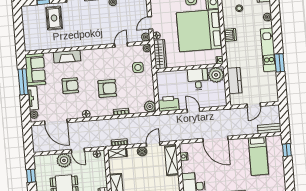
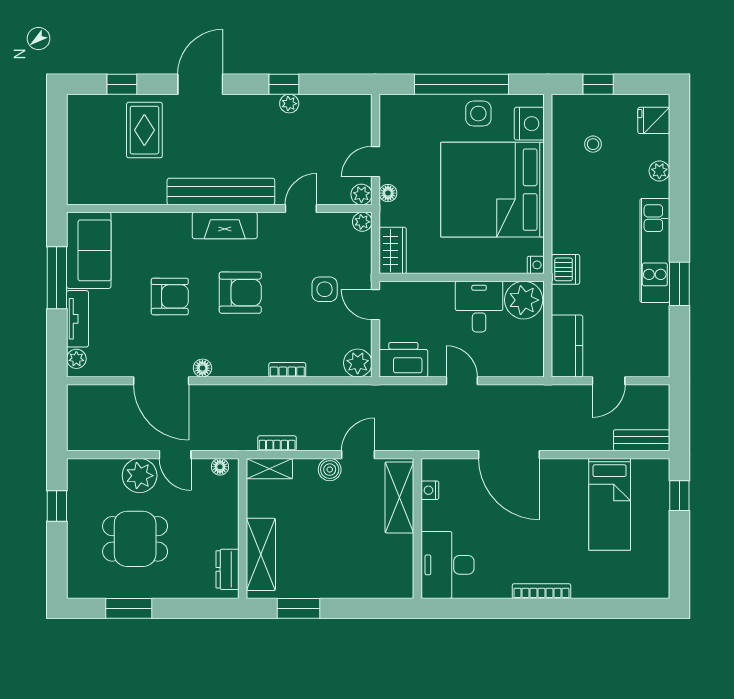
dishwasher: (230, 35) -> (565, 269), moved
bench: (88, 41) -> (221, 191), added
wardrobe: (160, 54) -> (393, 250), width x0.67
fireplace: (67, 56) -> (225, 225), moved
side table: (138, 67) -> (325, 289), moved
kitchen counter: (234, 81) -> (567, 346), moved
door: (155, 82) -> (375, 305), added
armchair: (107, 88) -> (240, 293), moved
door: (56, 122) -> (161, 381), moved

